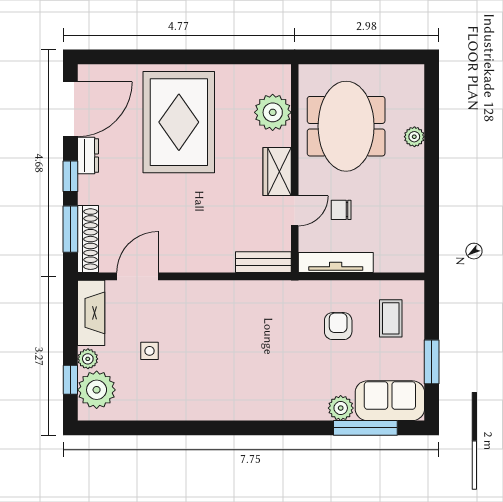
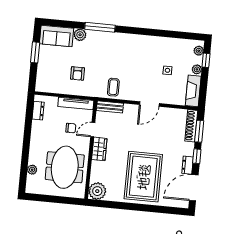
plant: (273, 112) -> (97, 191), moved
plant: (414, 137) -> (32, 170), moved
dresser: (414, 240) -> (38, 111), added
door: (138, 276) -> (149, 104), moved
coffee table: (391, 318) -> (113, 87), moved
plant: (97, 390) -> (199, 51), width x0.53, depth x0.53
window: (365, 428) -> (100, 27), moved

